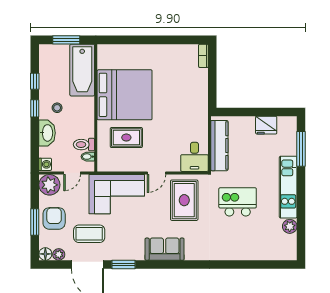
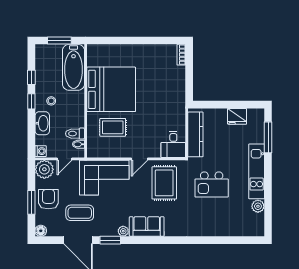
kitchen island: (238, 202) -> (212, 184), turned 180
plant: (59, 254) -> (123, 231), moved

